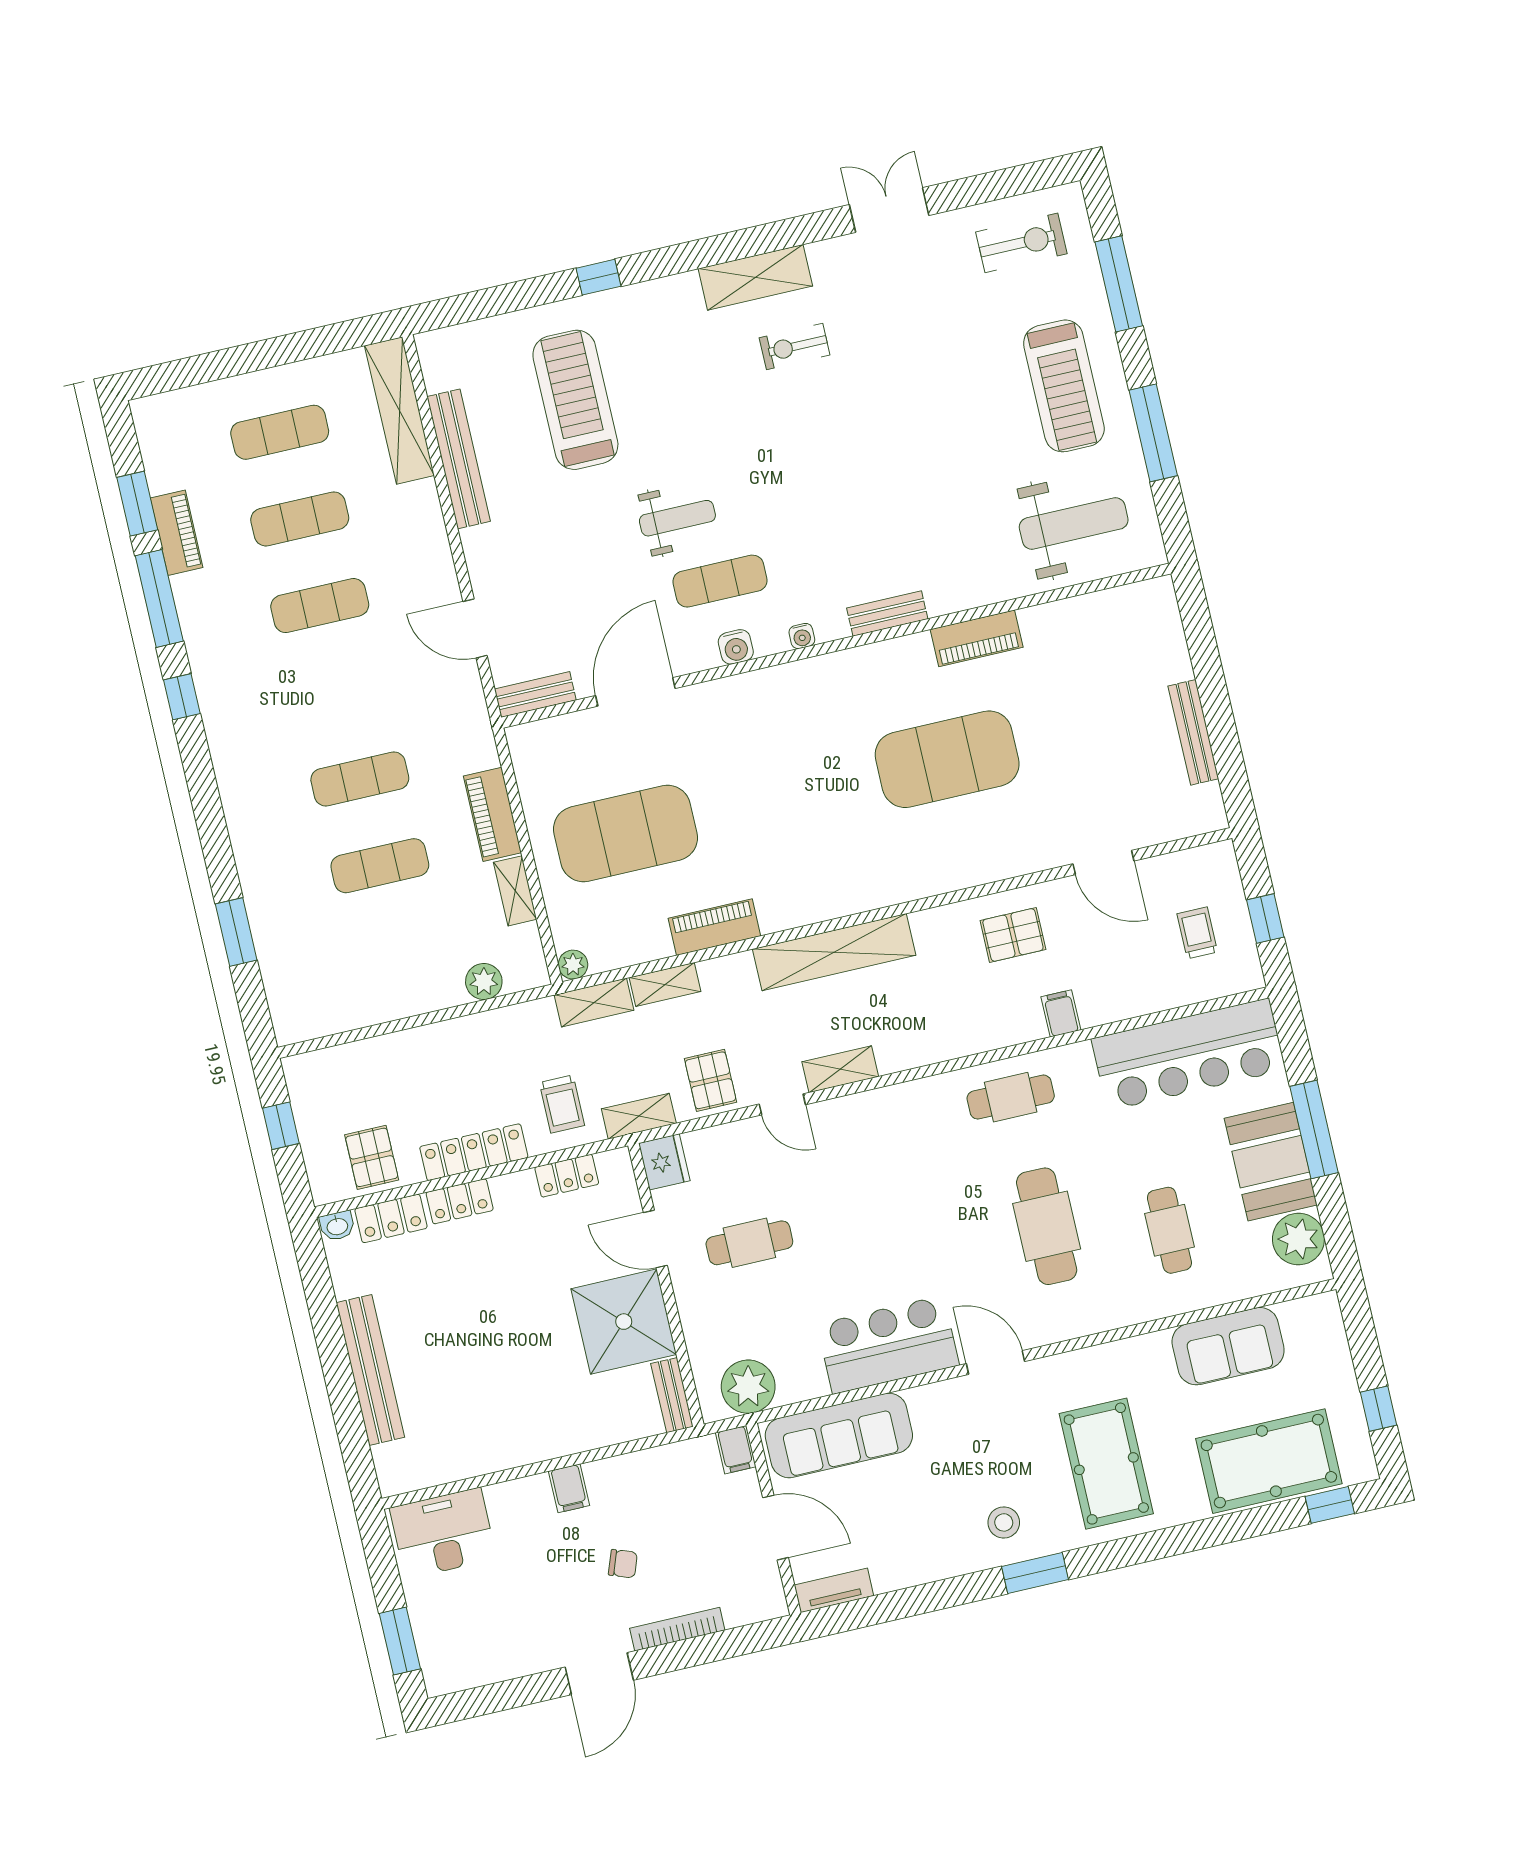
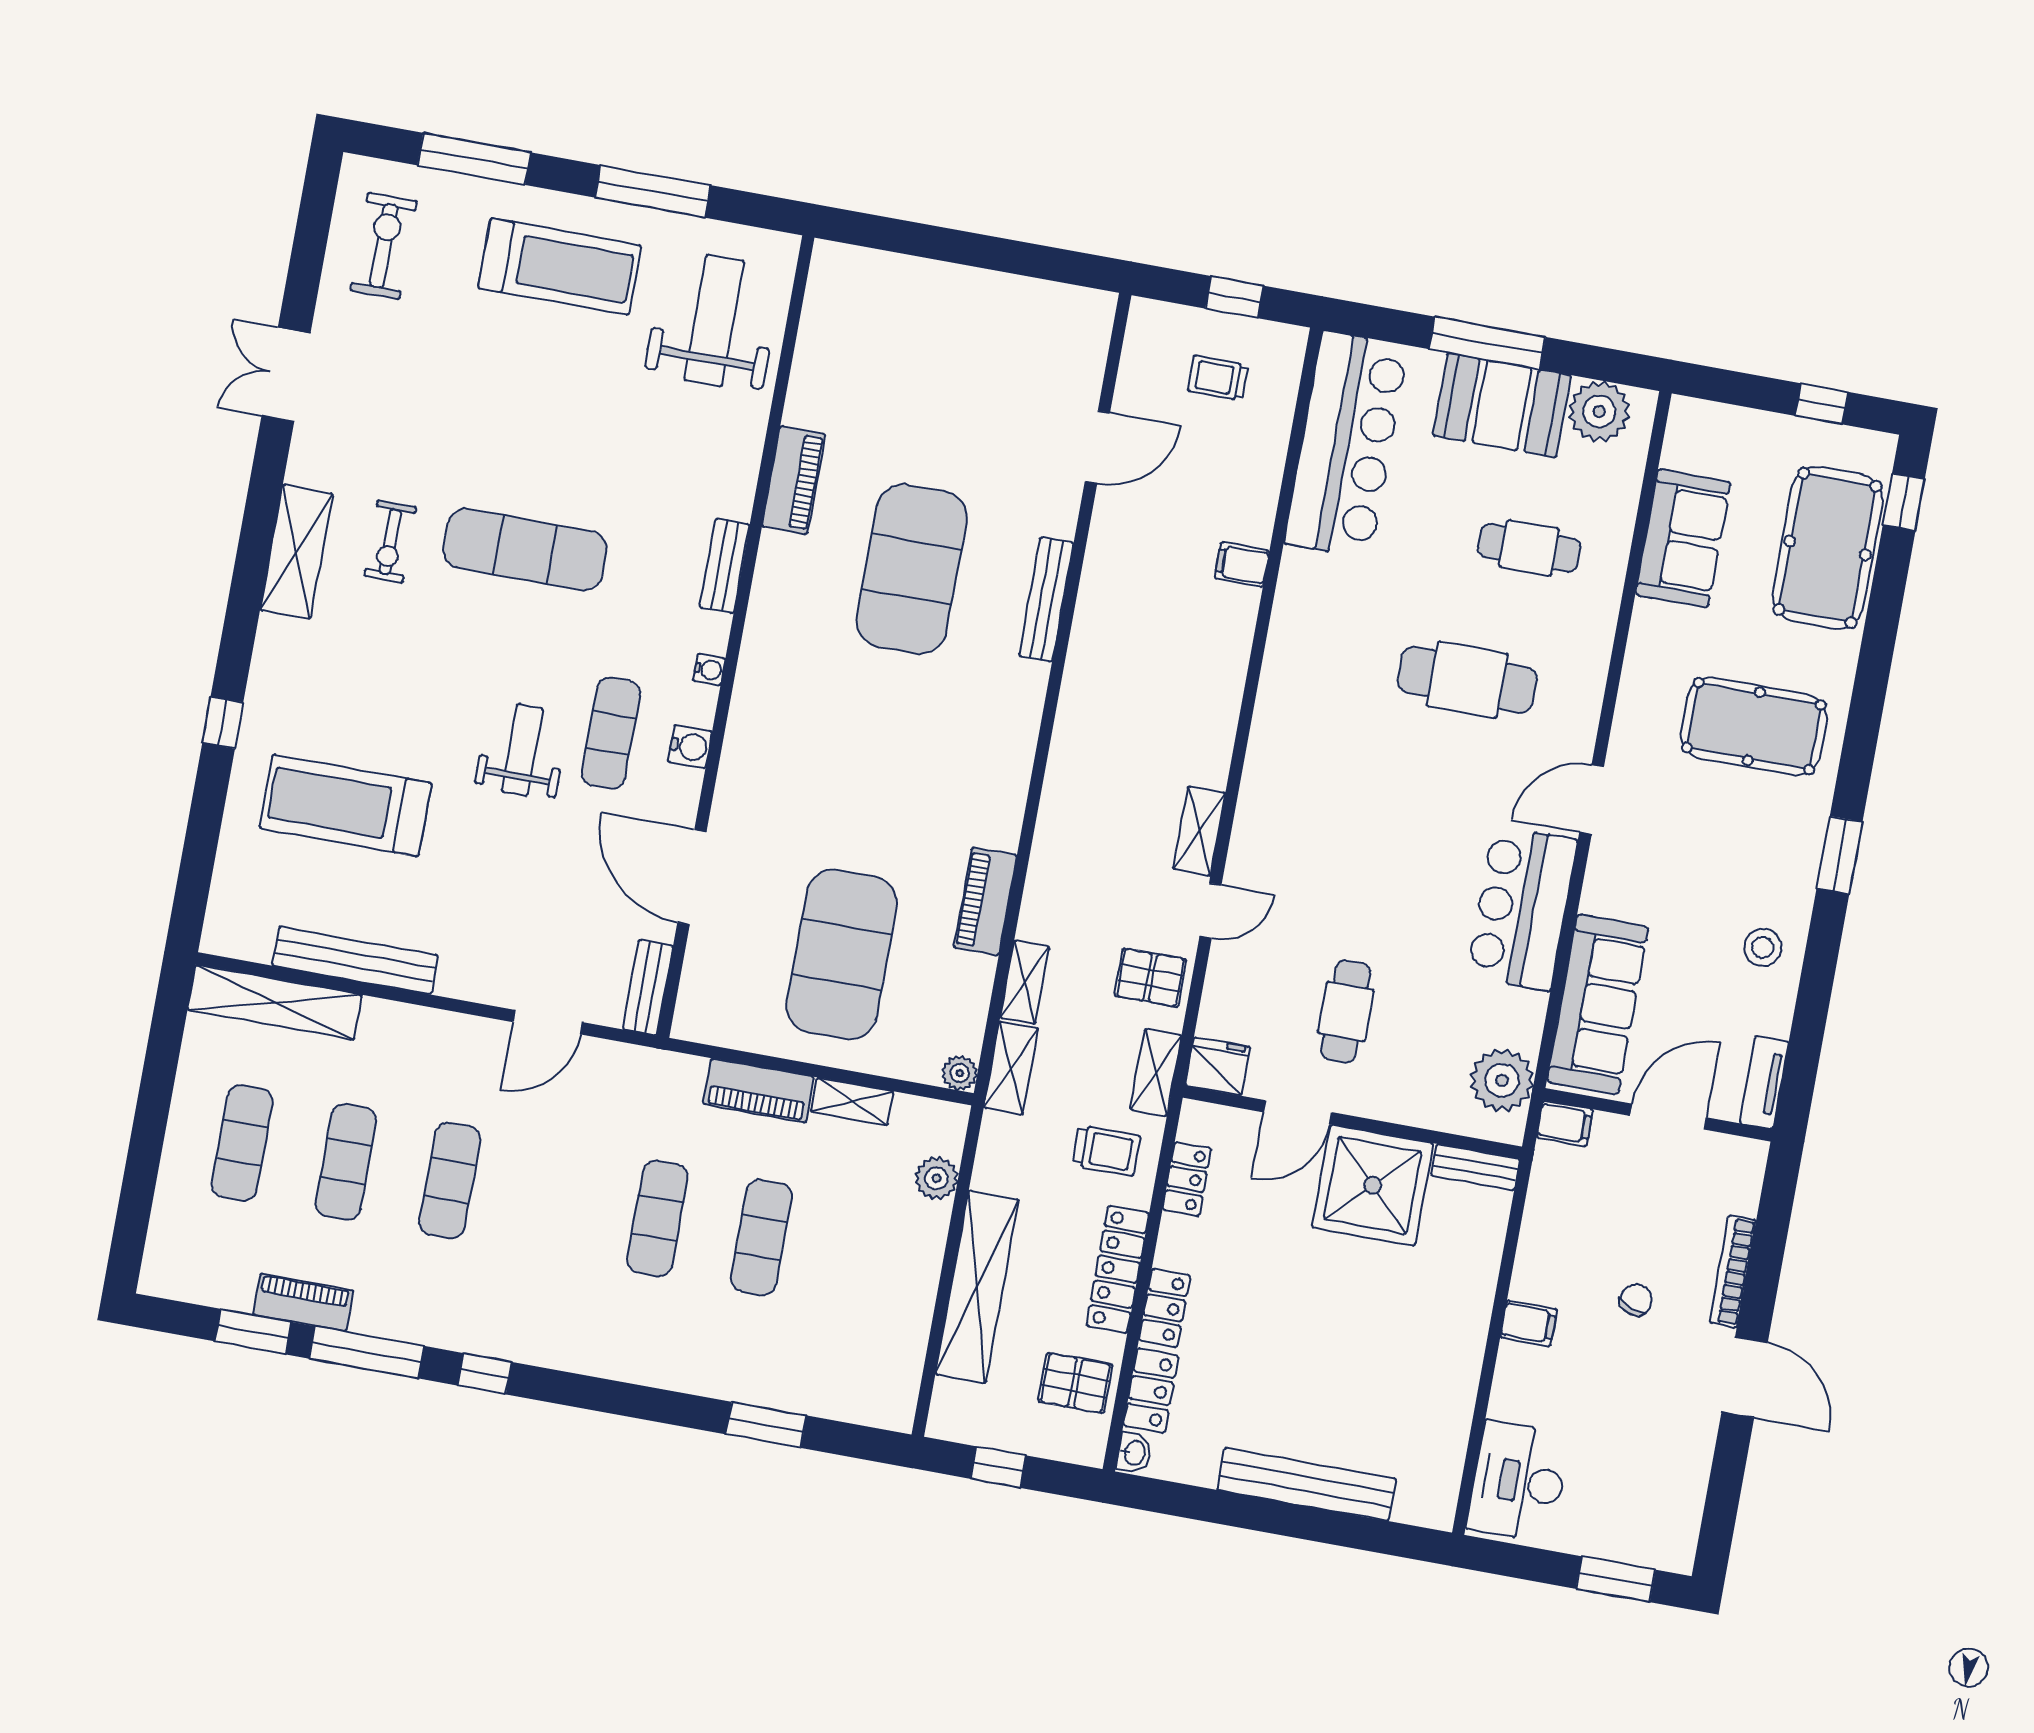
exercise mat: (833, 454) -> (525, 550), added
bench: (1193, 732) -> (1046, 599), moved, turned 90
pallet: (1013, 935) -> (1134, 580), removed
shelving: (834, 952) -> (977, 1287), moved
cafe table: (1011, 1097) -> (1310, 658), removed
stool: (1004, 1522) -> (1763, 947), moved

